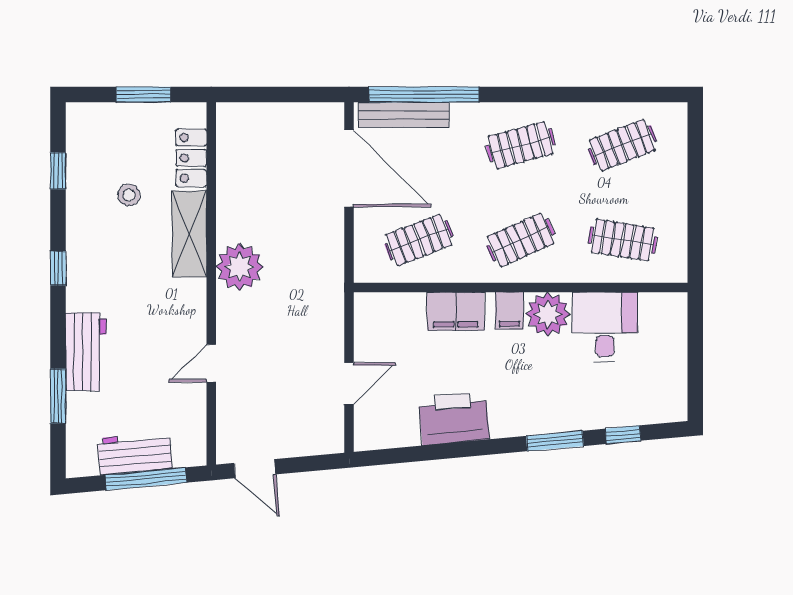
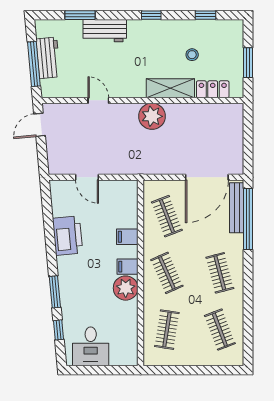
filing cabinet: (456, 311) -> (127, 237), width x0.50
desk: (605, 327) -> (91, 346), moved, turned 90

